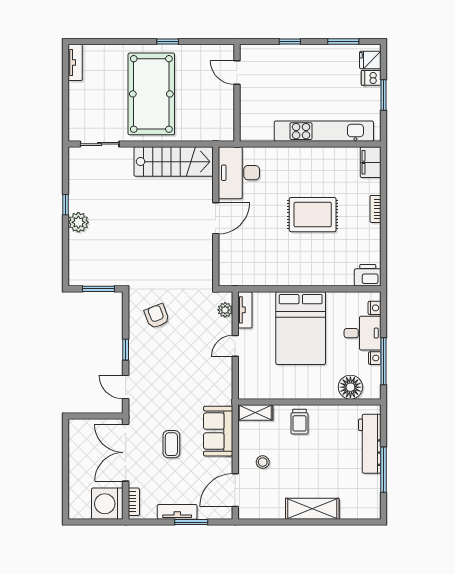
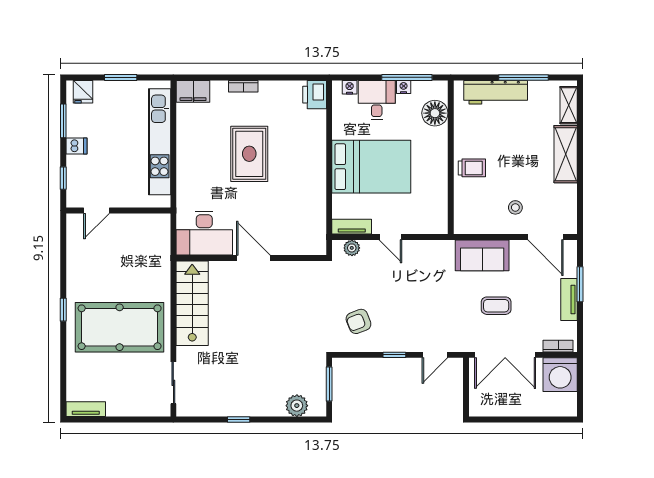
door: (237, 73) -> (97, 210), moved
dishwasher: (371, 78) -> (77, 146), moved, turned -90
wall: (237, 93) -> (118, 210), moved
plant: (78, 222) -> (297, 406), moved
shelving: (255, 412) -> (569, 105), moved

